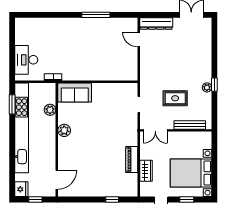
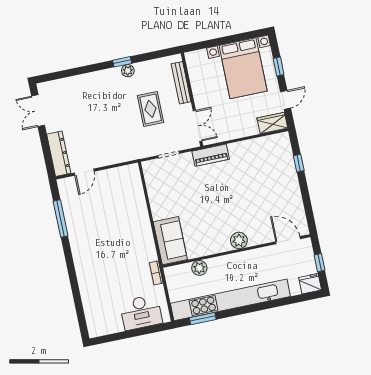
window: (96, 15) -> (61, 219), moved
plant: (64, 130) -> (239, 240), moved
piano: (132, 160) -> (211, 155), moved
wardrobe: (146, 171) -> (272, 123), moved

